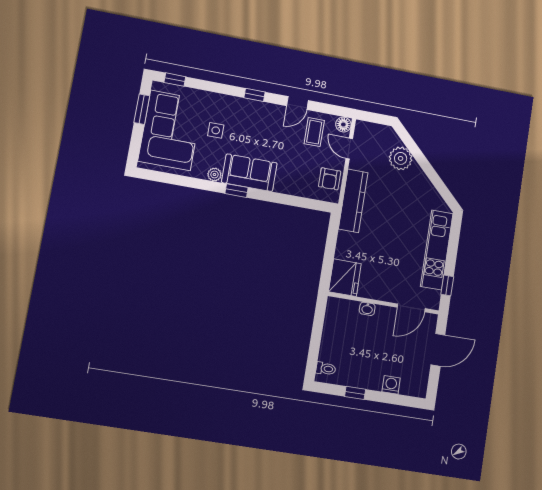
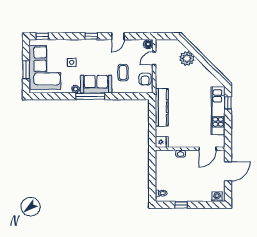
window: (142, 109) -> (26, 70), moved
coffee table: (314, 132) -> (123, 73), moved
door: (349, 149) -> (154, 58), hinge flipped
window: (237, 191) -> (90, 96), width x2.17
kitchen counter: (353, 201) -> (162, 107), moved
fridge: (345, 278) -> (162, 142), width x0.53, depth x0.75
window: (447, 285) -> (228, 103), moved
washing machine: (391, 385) -> (217, 197), moved

